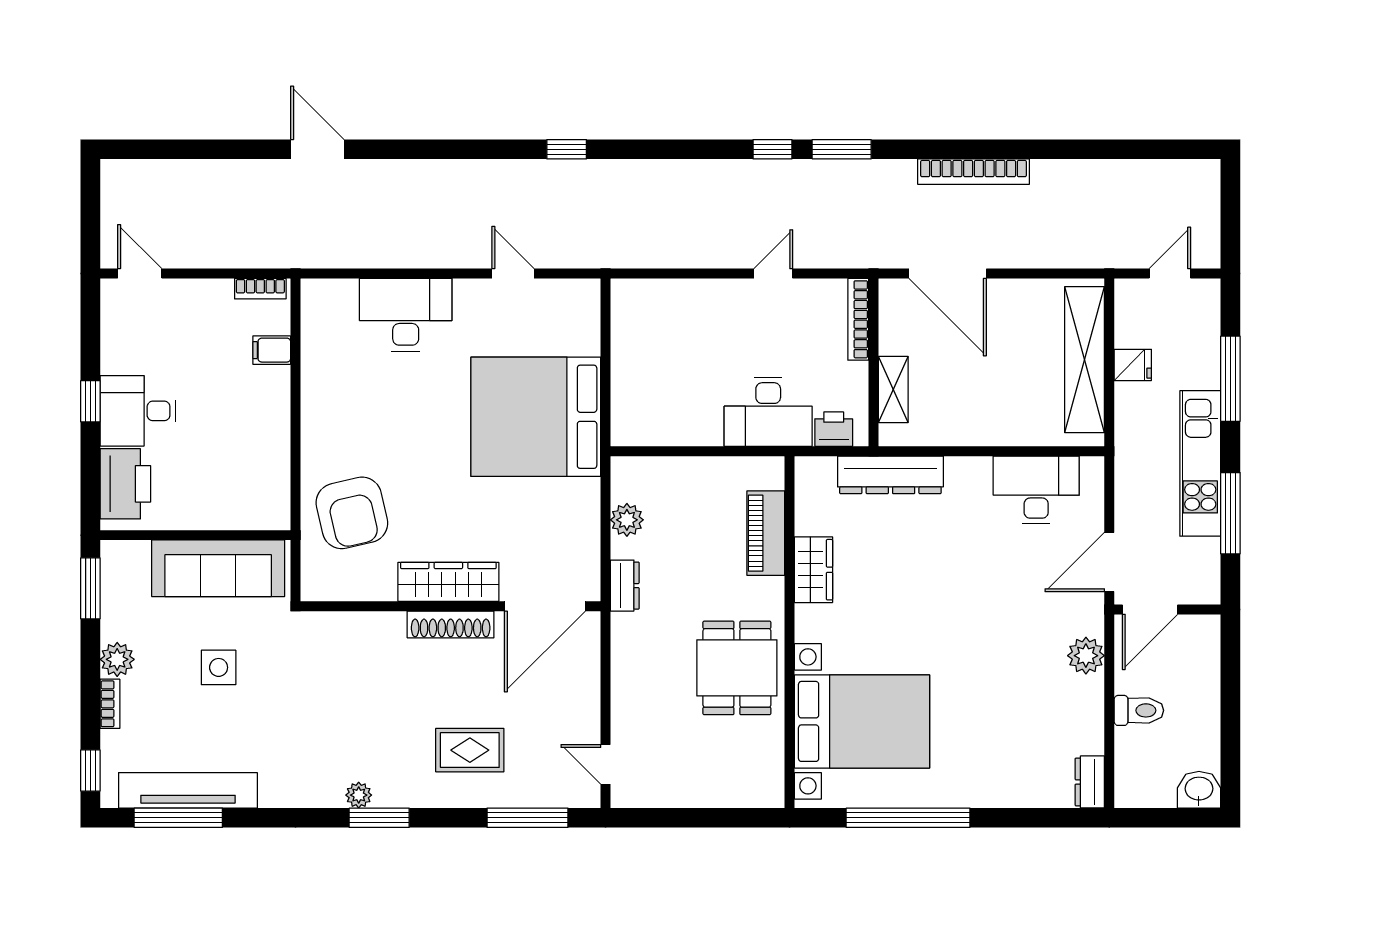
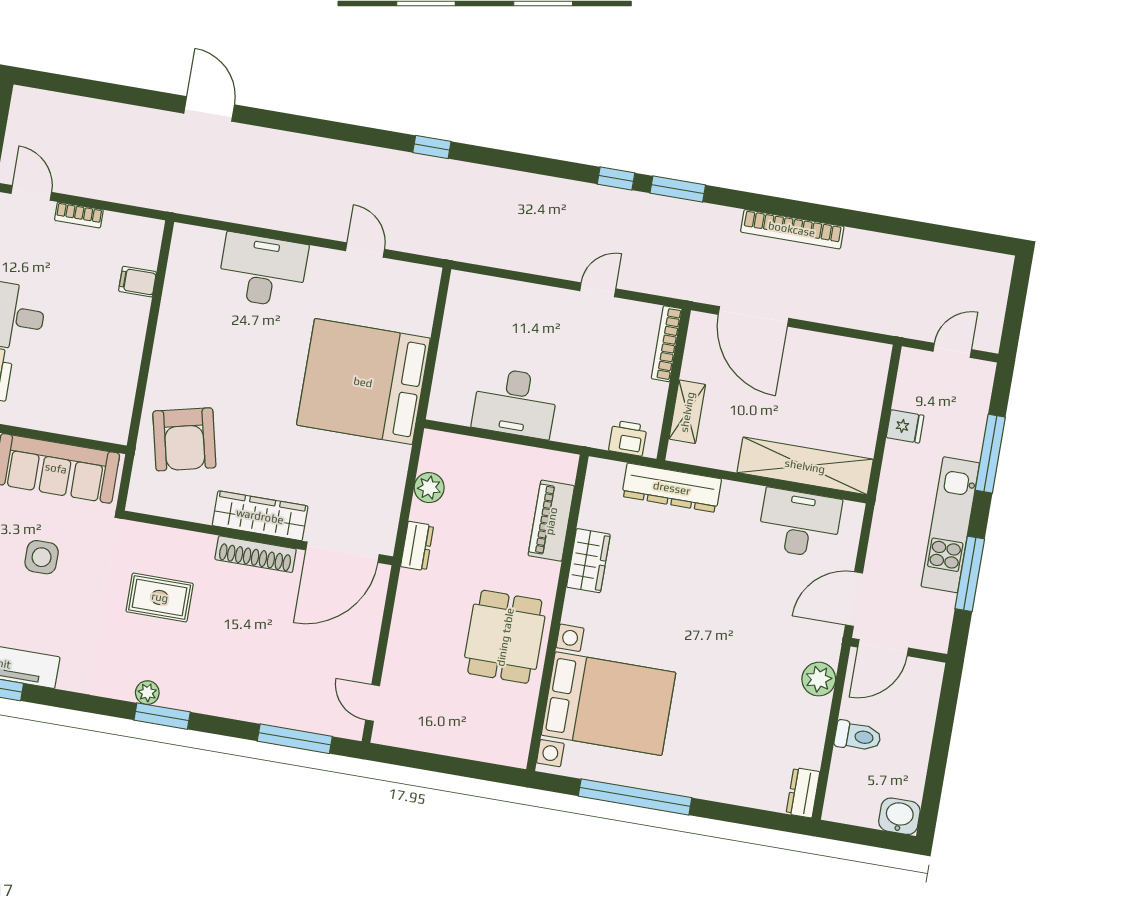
bookcase: (260, 289) -> (79, 215), moved
shelving: (1085, 360) -> (805, 466), moved, turned 90
desk: (768, 412) -> (515, 403), moved
rug: (470, 750) -> (160, 597), moved

